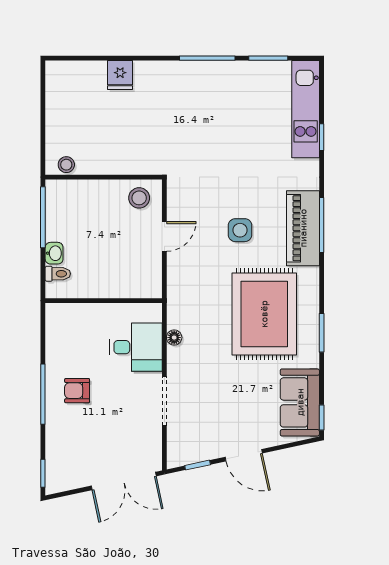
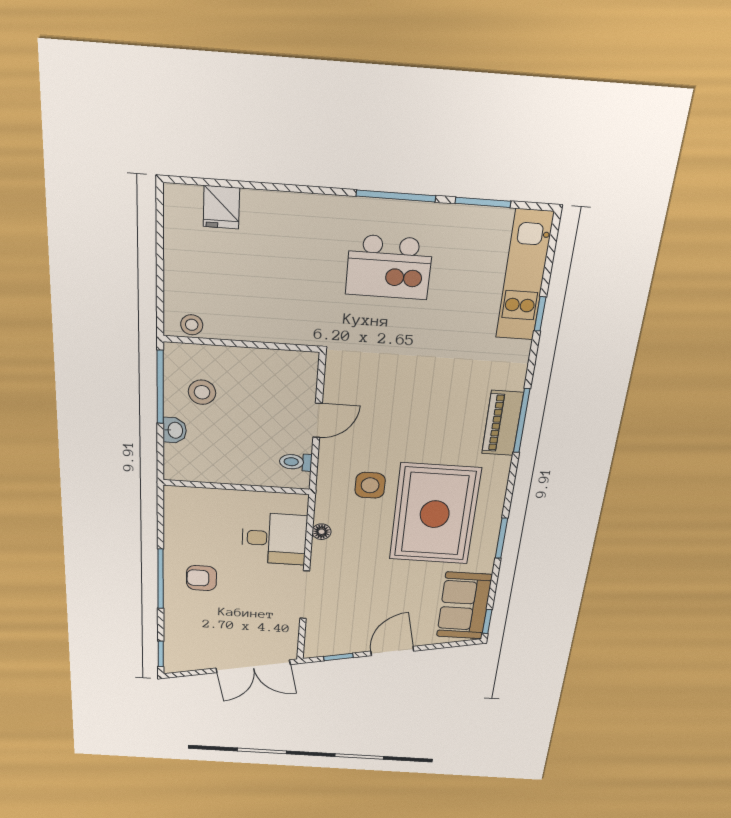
fridge: (120, 75) -> (221, 207), moved
kitchen island: (207, 110) -> (389, 267), added
stool: (139, 198) -> (202, 392), moved
piano: (303, 228) -> (502, 423), width x0.73, depth x0.75
side table: (240, 230) -> (370, 485), moved
toilet: (58, 274) -> (296, 462), moved, turned 180
door: (244, 455) -> (392, 651), swing flipped

